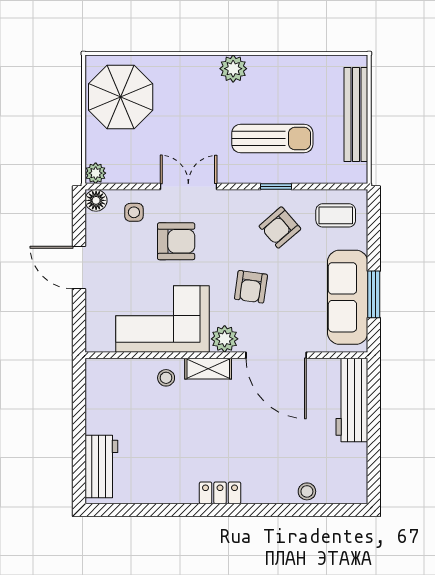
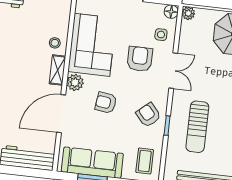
armchair: (280, 227) -> (148, 115), moved
armchair: (176, 241) -> (140, 59), turned 180

